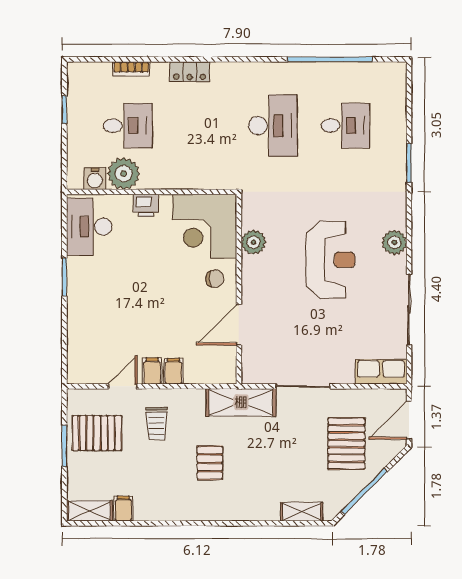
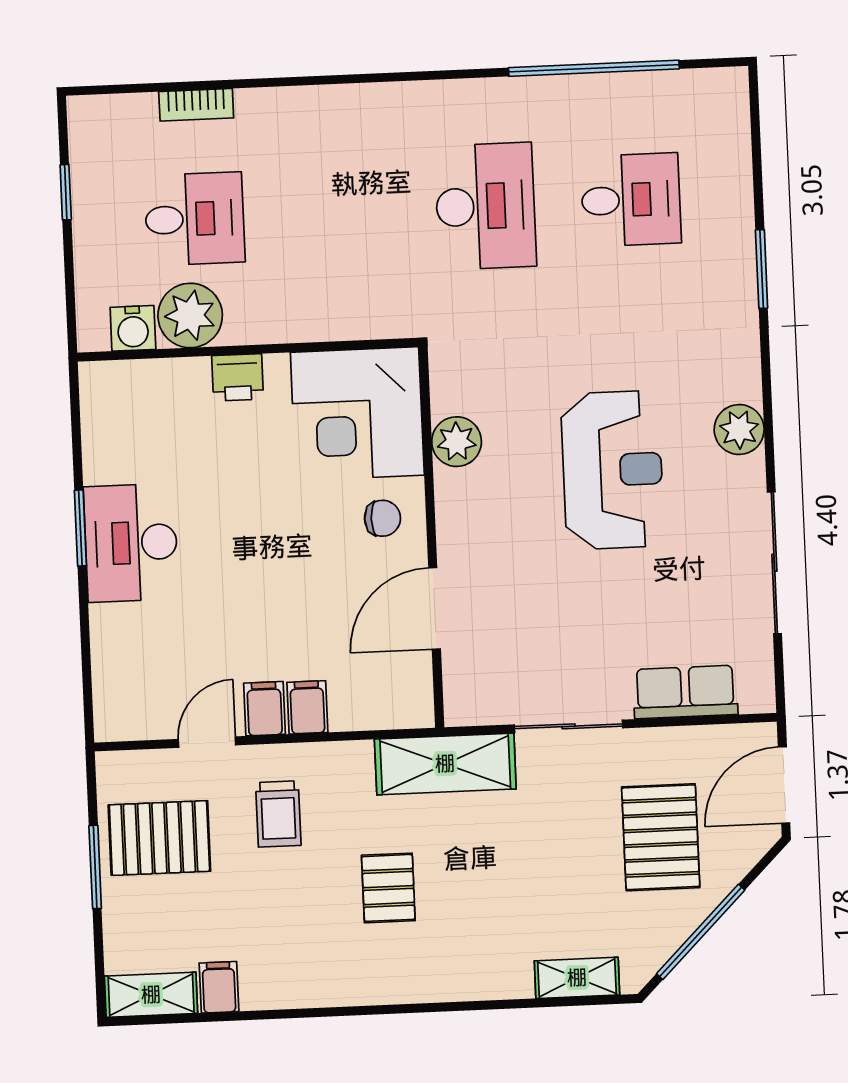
locker: (190, 72) -> (313, 105), removed
desk: (89, 227) -> (131, 543), moved
row of seats: (381, 372) -> (685, 692), moved

